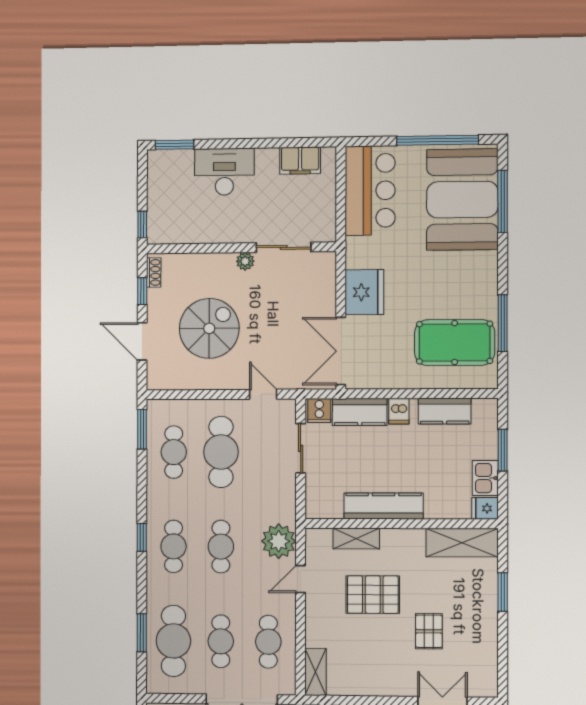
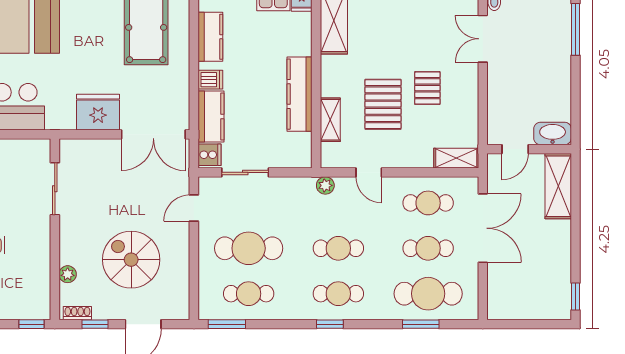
plant: (245, 261) -> (68, 274), moved
plant: (279, 541) -> (325, 185), width x0.53, depth x0.53
pallet: (429, 631) -> (427, 88), moved, turned 90

